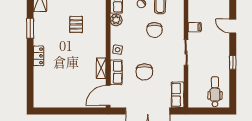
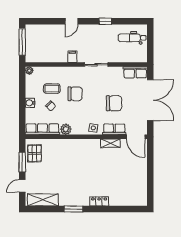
pallet: (76, 24) -> (70, 166), removed

